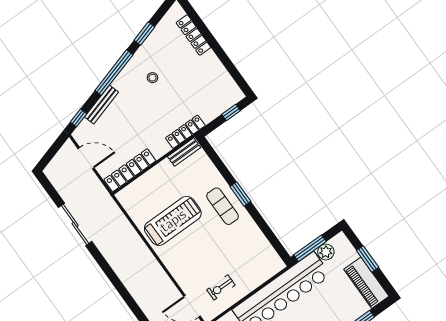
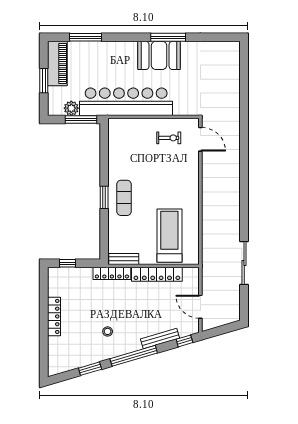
locker: (193, 35) -> (54, 316), moved
locker: (130, 170) -> (157, 274), moved
treadmill: (173, 221) -> (169, 236), moved, turned 90

